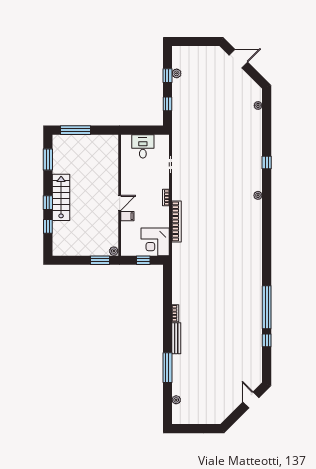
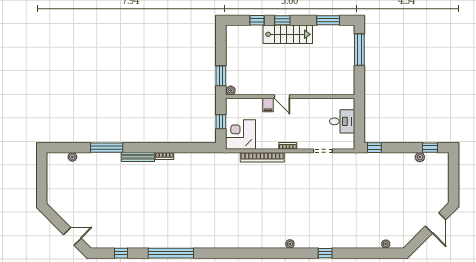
window: (167, 76) -> (430, 148), moved
window: (167, 104) -> (374, 148), moved
window: (267, 340) -> (121, 253), moved

